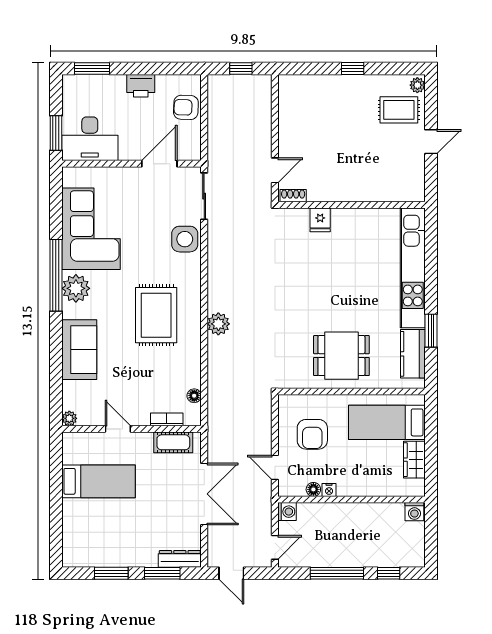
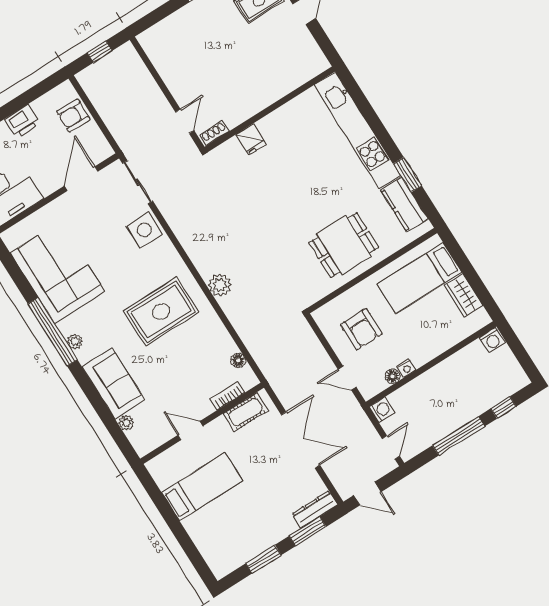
plant: (76, 288) -> (75, 341), width x0.53, depth x0.53
rug: (156, 315) -> (161, 312), turned 90
plant: (69, 418) -> (126, 423), moved

